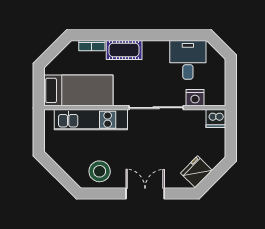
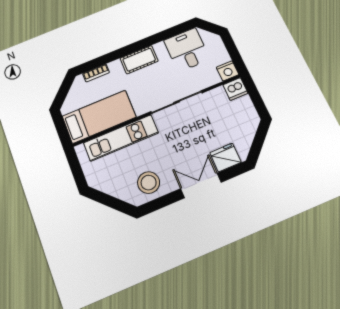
cot: (124, 50) -> (139, 60), moved
nightstand: (195, 98) -> (227, 71), moved
fridge: (196, 172) -> (225, 157), moved, turned 45

